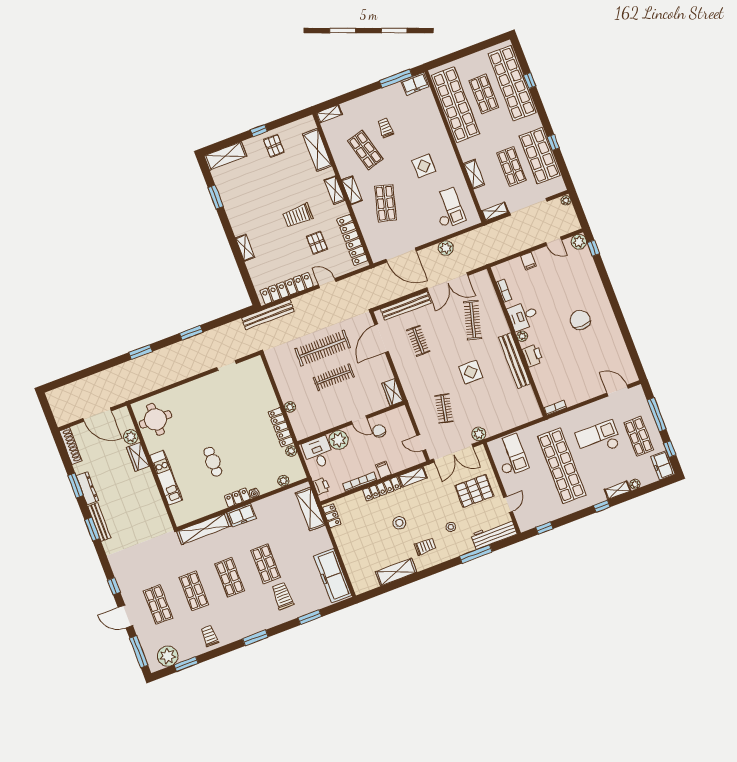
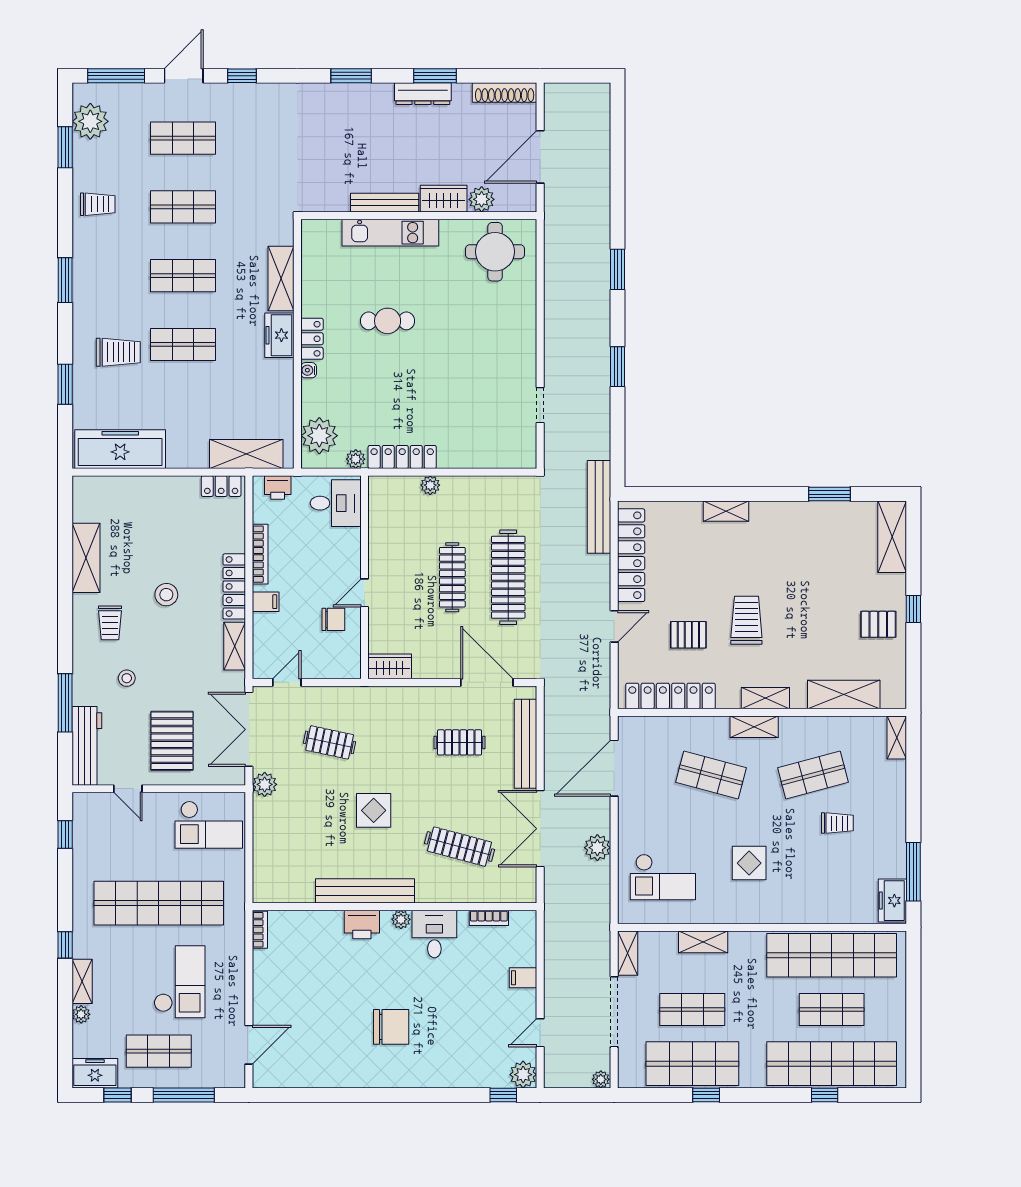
plant: (339, 440) -> (344, 546), removed
plant: (283, 481) -> (319, 436), width x1.88, depth x1.88
bench: (99, 522) -> (385, 203), moved
shelving: (204, 529) -> (281, 279), width x0.68

